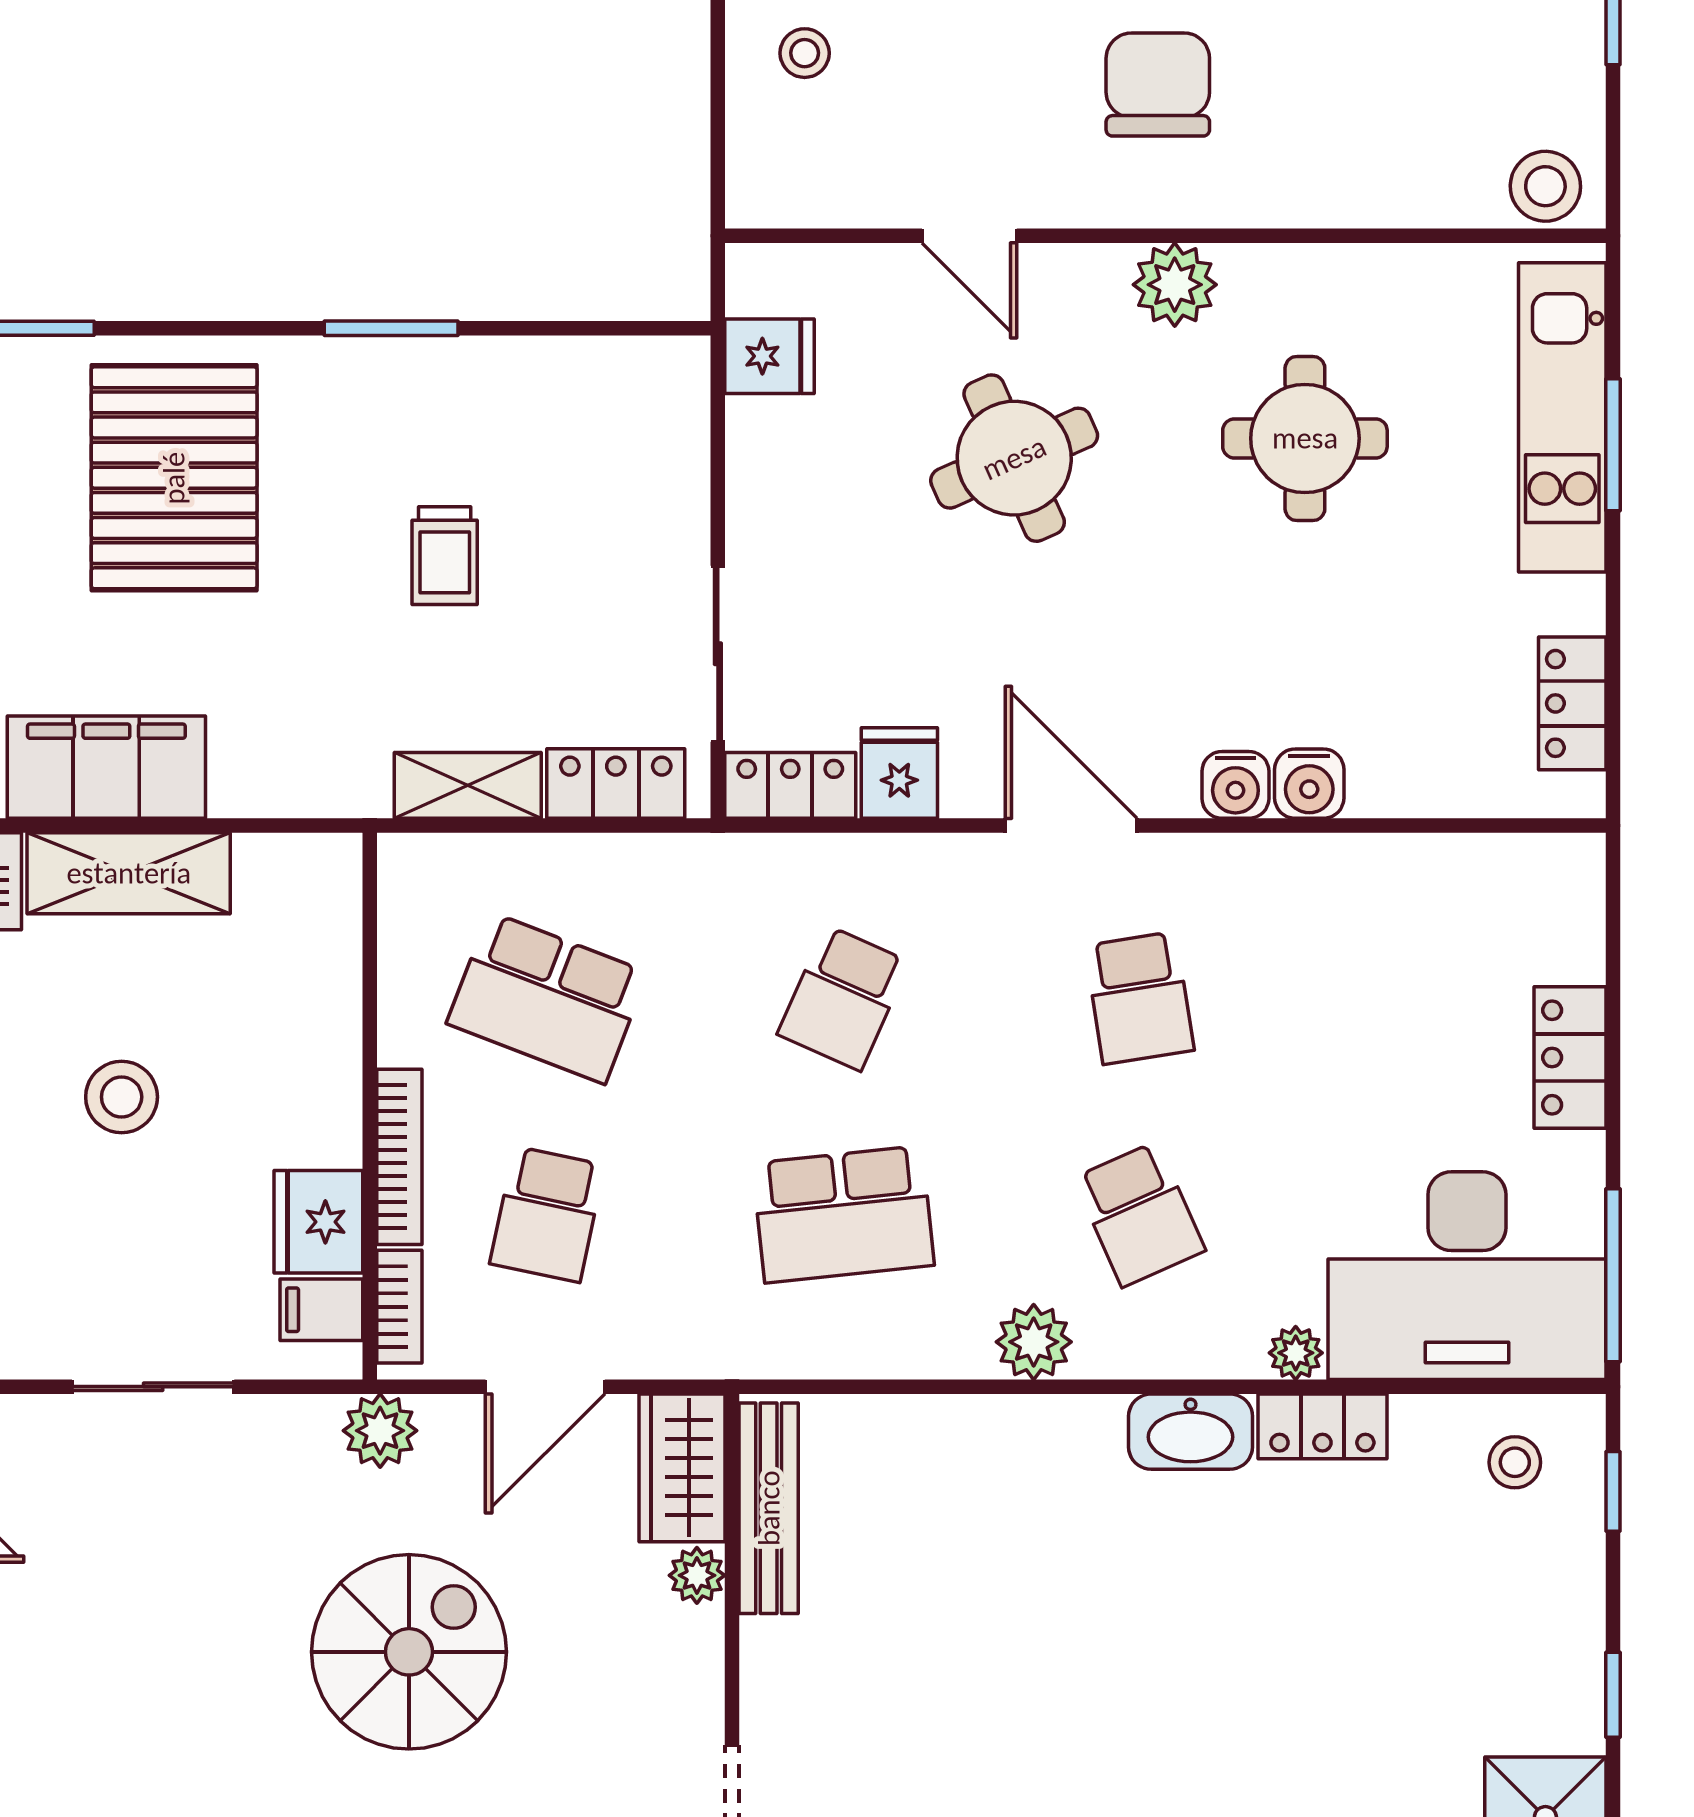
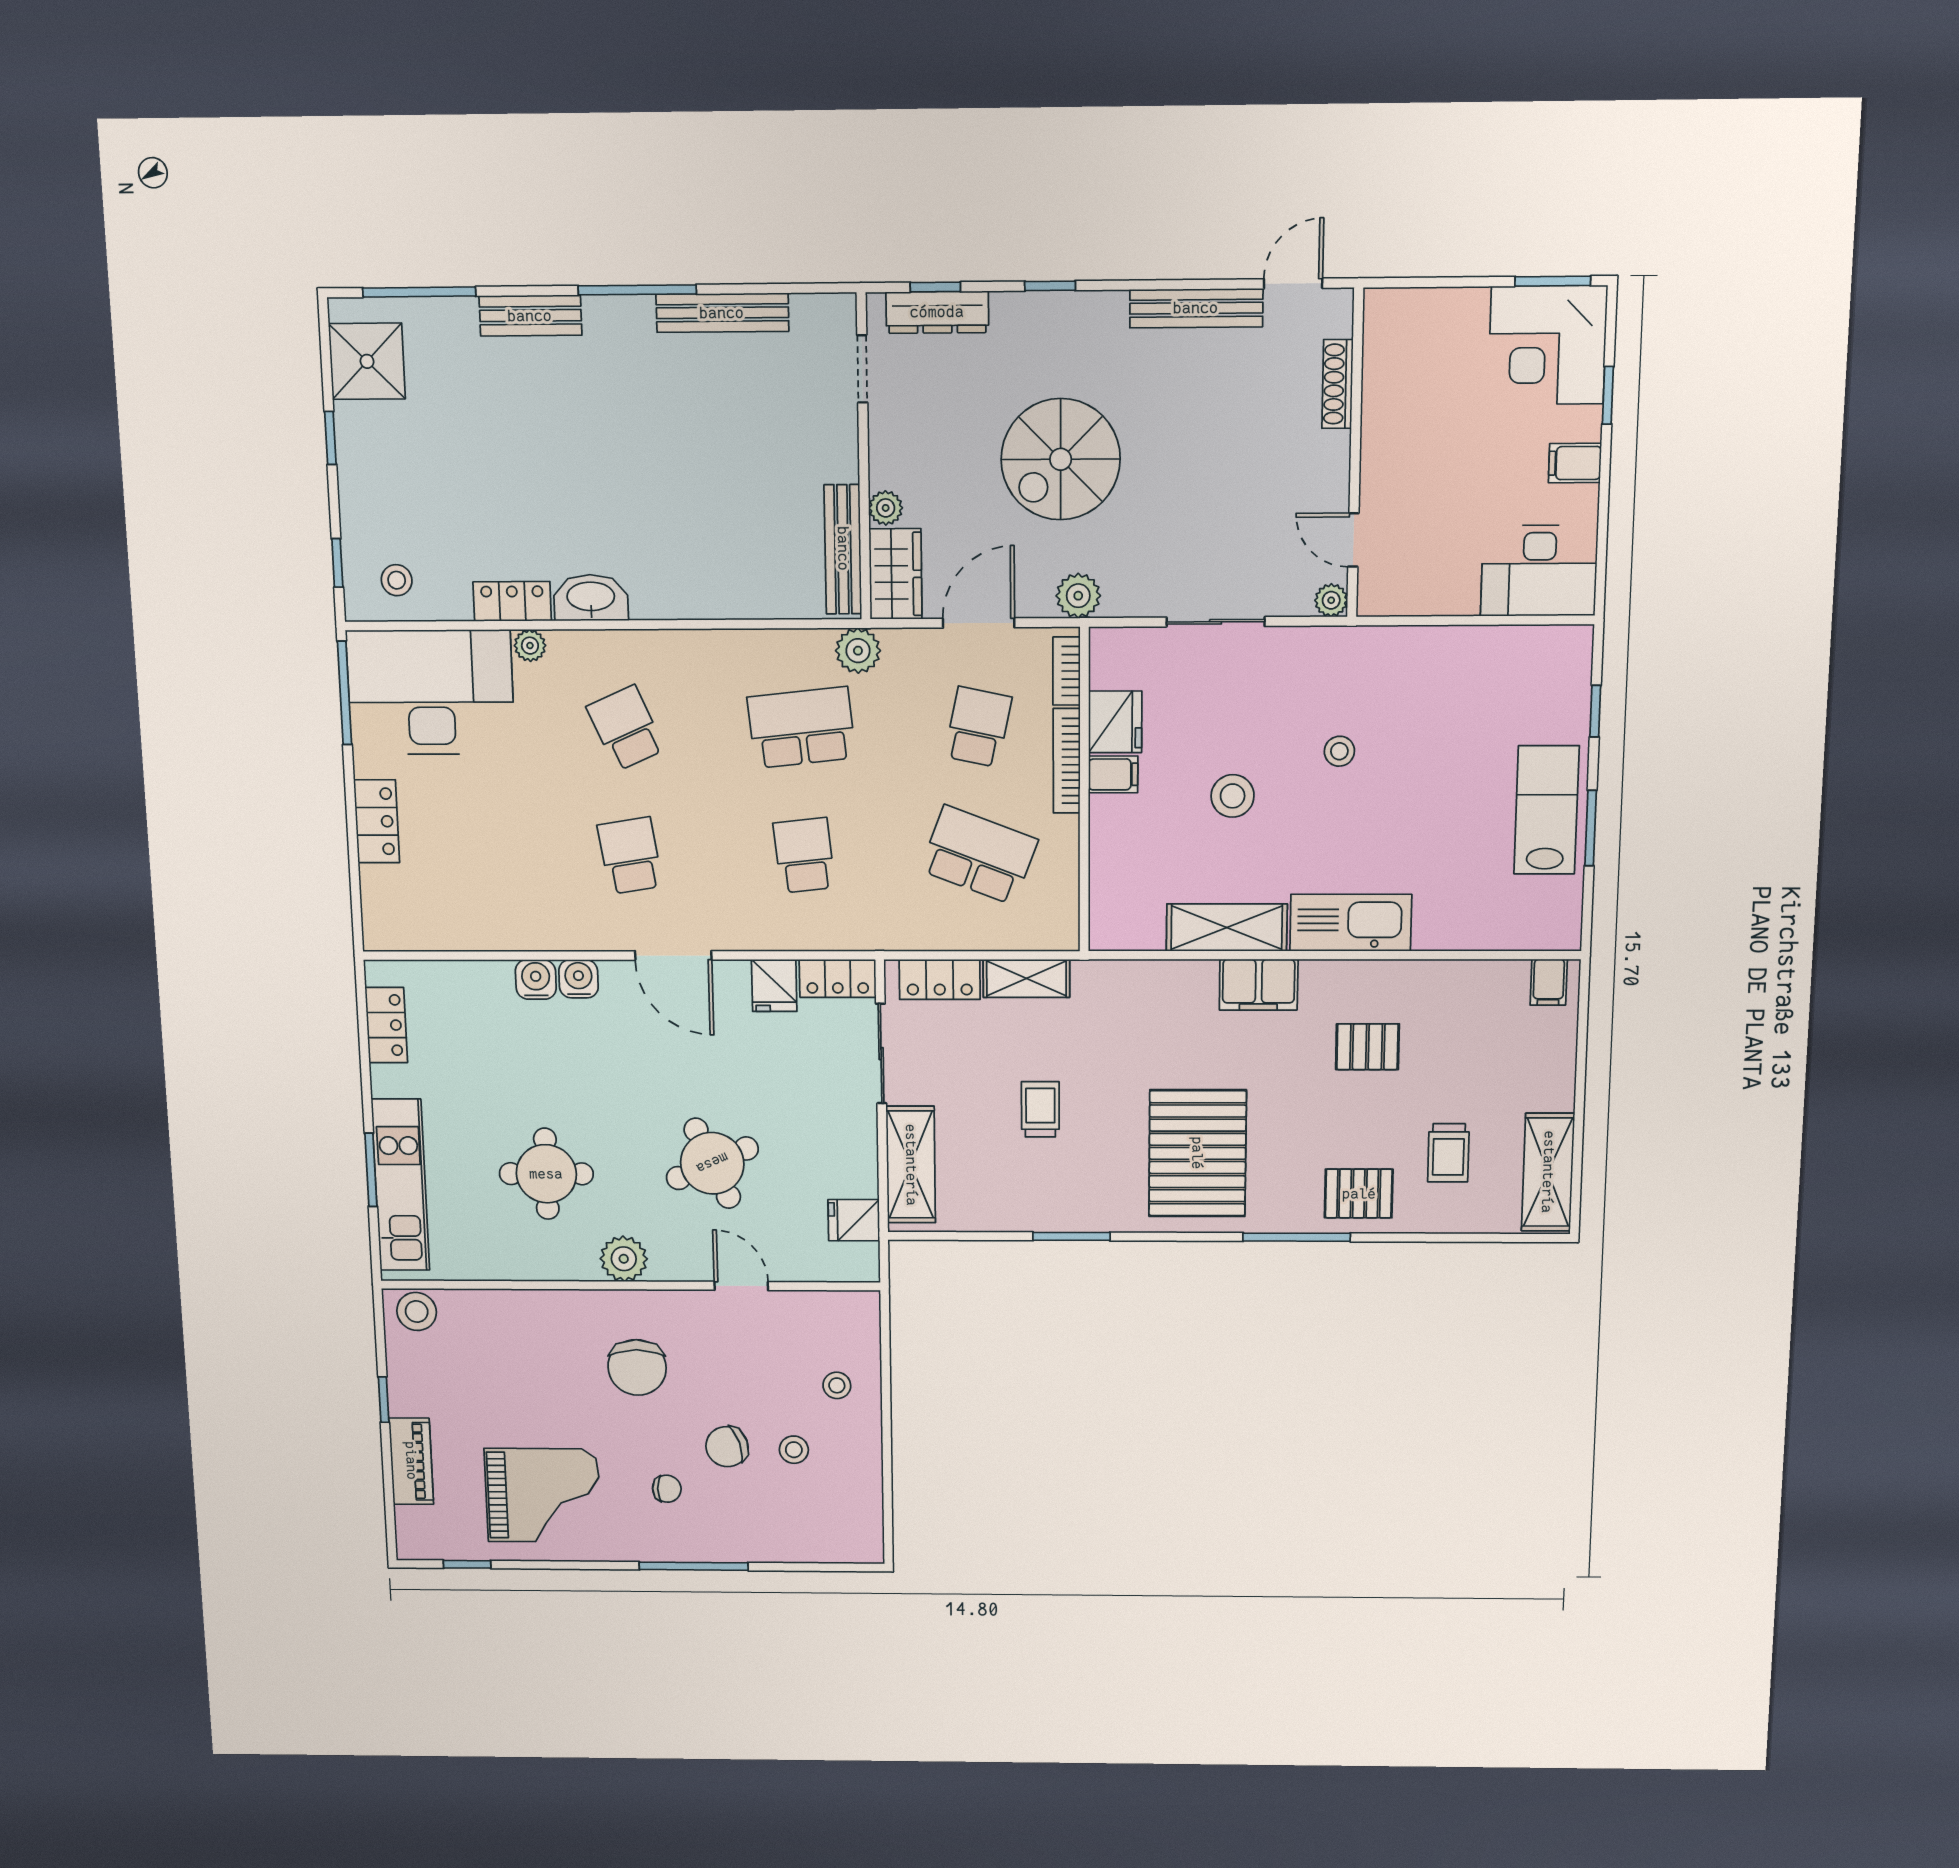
shelving: (669, 457) -> (911, 1165), added
filing cabinet: (106, 767) -> (1259, 985), width x0.67, depth x0.86
school desk: (843, 998) -> (804, 855), turned -30
filing cabinet: (321, 1310) -> (1113, 774), moved
plant: (1034, 1342) -> (858, 651), moved

